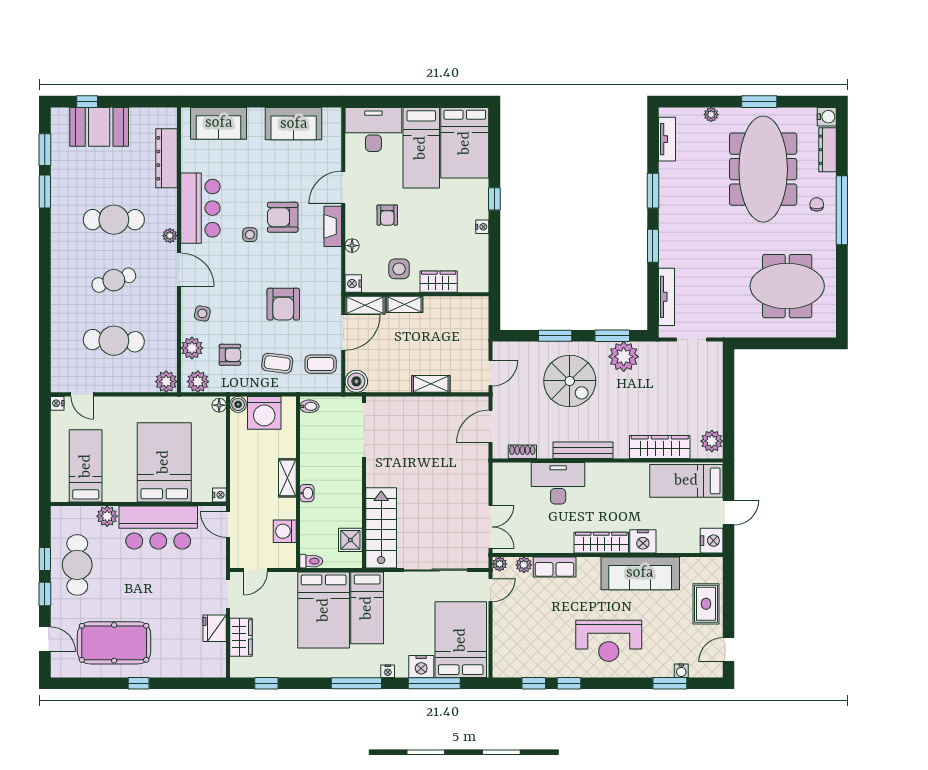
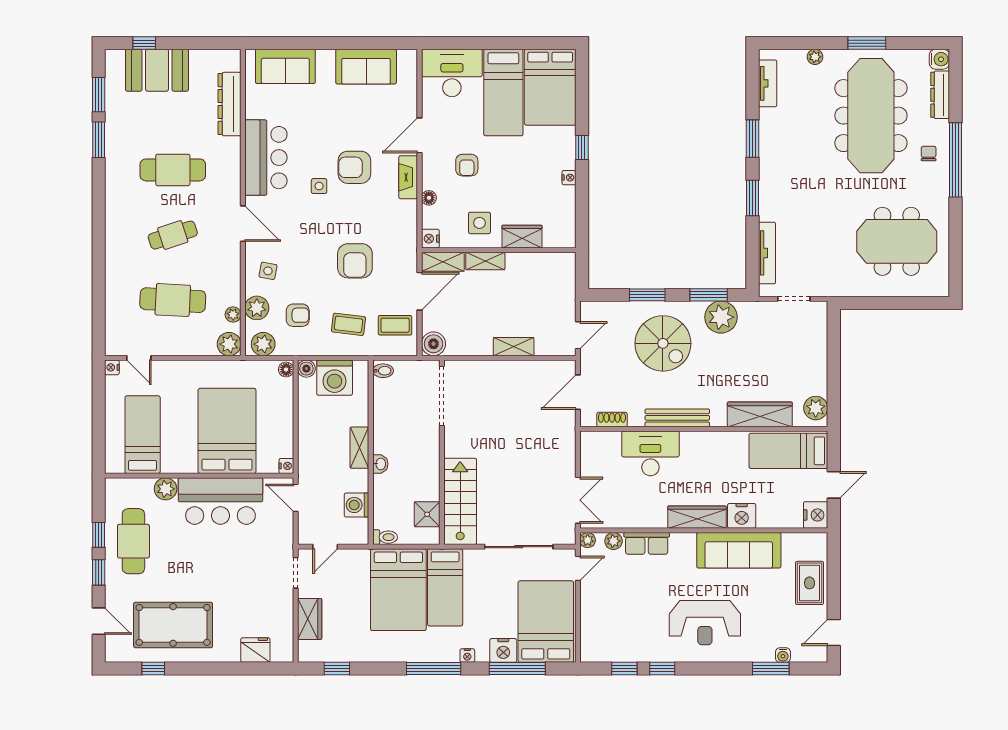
plant: (170, 236) -> (233, 315), moved
fridge: (215, 628) -> (255, 650), moved, turned 90
window: (139, 683) -> (153, 668), moved

